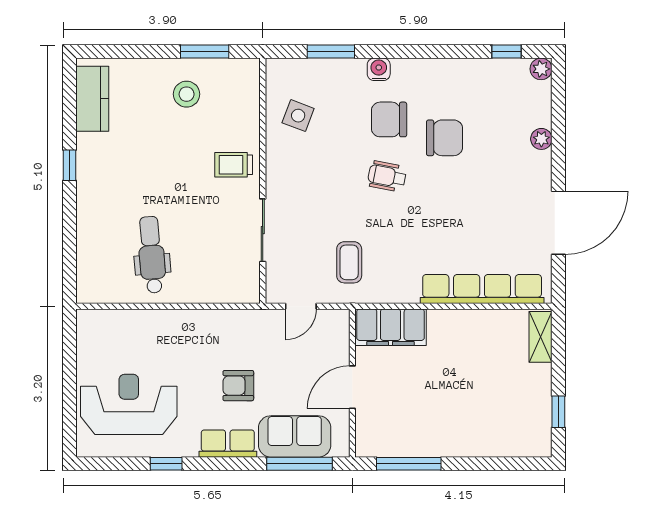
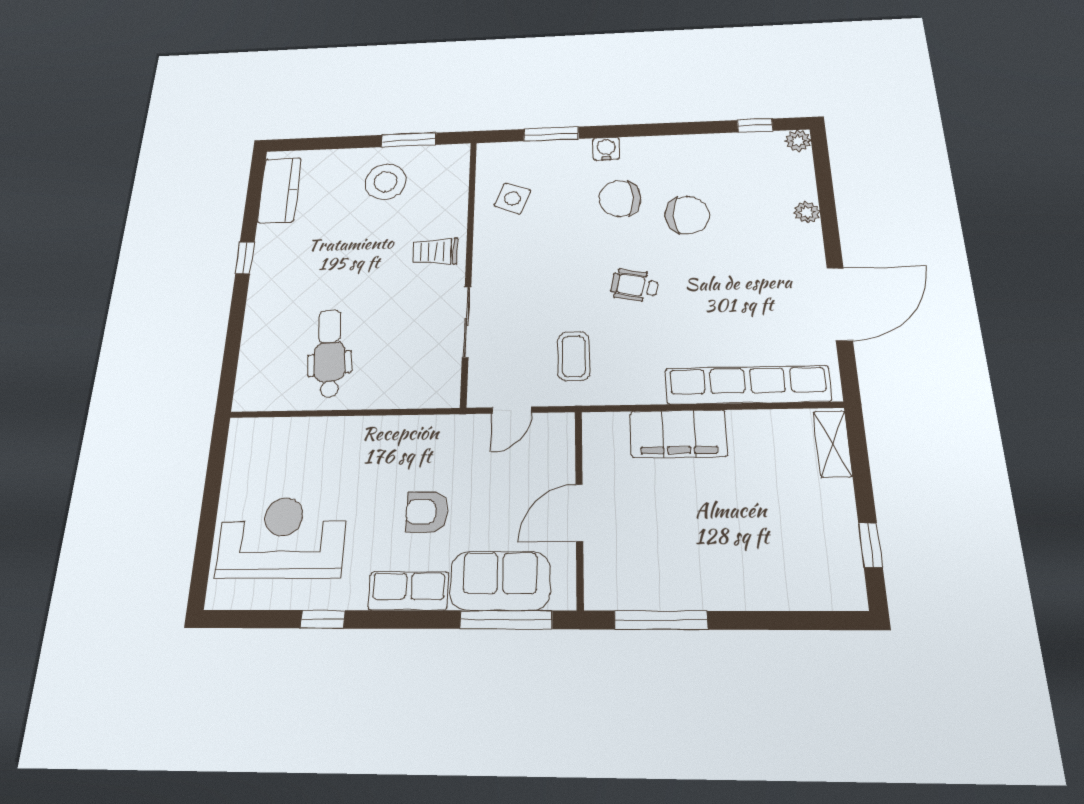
stool: (187, 94) -> (385, 182), width x1.38, depth x1.38
wheelchair: (387, 176) -> (634, 286), moved
filing cabinet: (390, 327) -> (678, 434), moved

